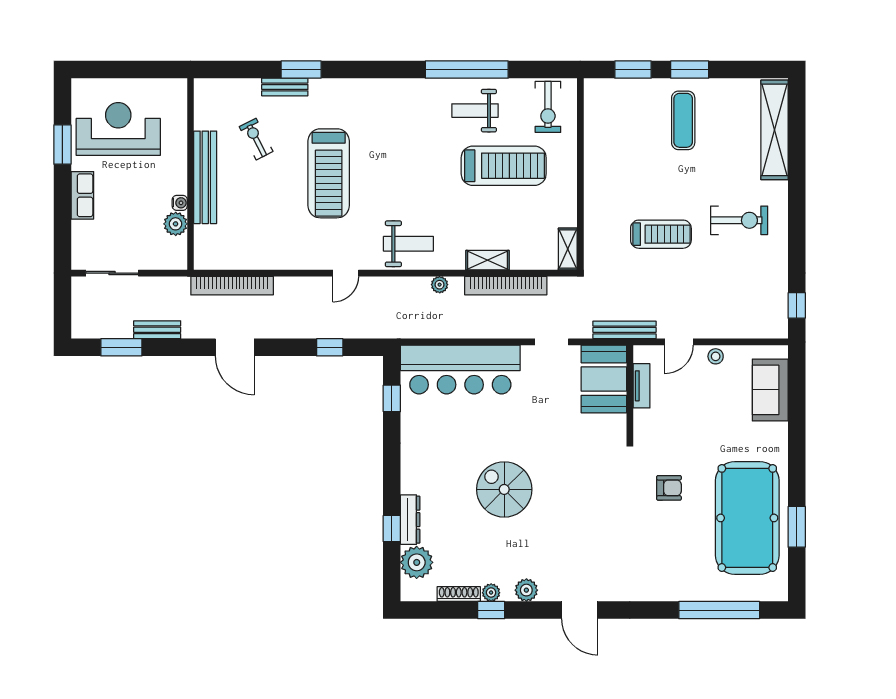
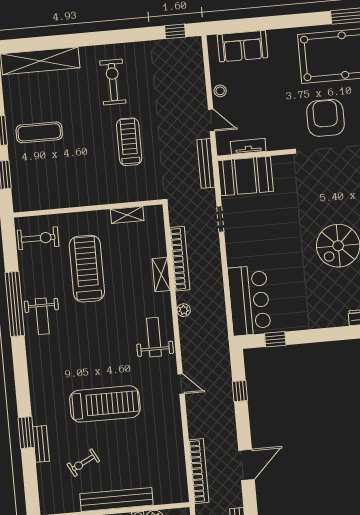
weight bench: (475, 111) -> (42, 316), moved
shelving: (568, 249) -> (127, 215), moved
bar counter: (460, 370) -> (249, 300), width x0.73
armchair: (669, 488) -> (325, 118), width x1.88, depth x1.88

